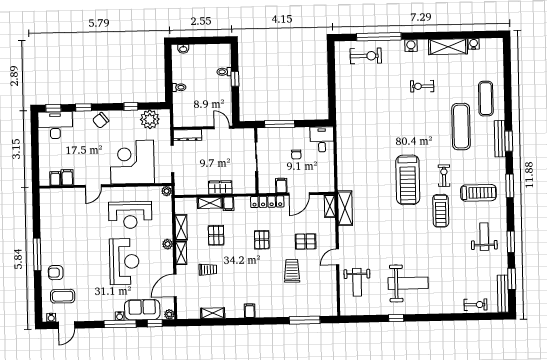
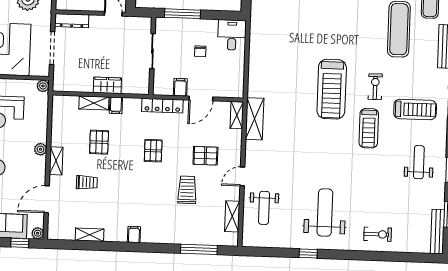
shelving: (181, 227) -> (232, 216), moved
weight bench: (408, 283) -> (325, 212), turned -90
exercise bike: (476, 305) -> (378, 234), moved

